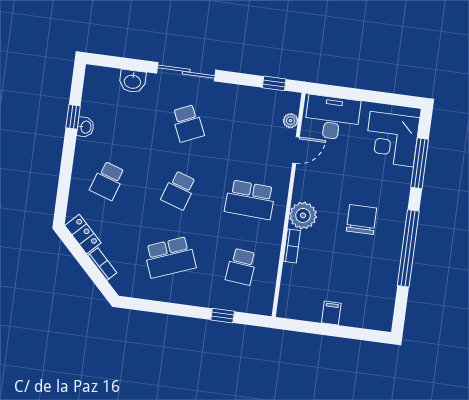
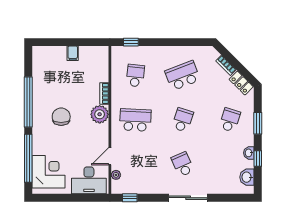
washbasin: (133, 81) -> (247, 177), moved, turned -90
window: (420, 163) -> (28, 158), width x1.46
window: (66, 170) -> (258, 123), added
chair: (361, 220) -> (61, 117), turned 180
window: (223, 316) -> (131, 42), moved

